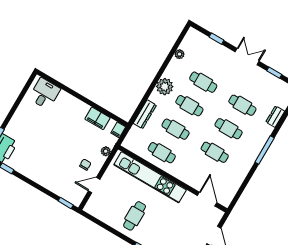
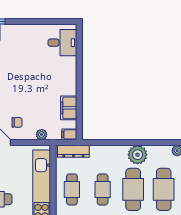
cafe table: (203, 82) -> (164, 189), width x1.37, depth x1.35
cafe table: (189, 106) -> (133, 189), width x1.37, depth x1.35
dresser: (145, 114) -> (73, 151), moved

